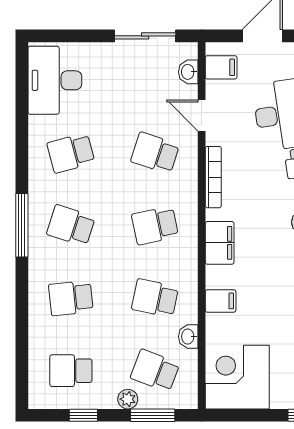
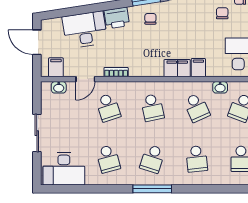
sliding door: (145, 36) -> (37, 133), moved
school desk: (155, 153) -> (108, 108), turned -36
bookcase: (213, 177) -> (116, 72), width x0.64
filing cabinet: (220, 243) -> (177, 68), moved
school desk: (155, 298) -> (197, 108), turned -36

